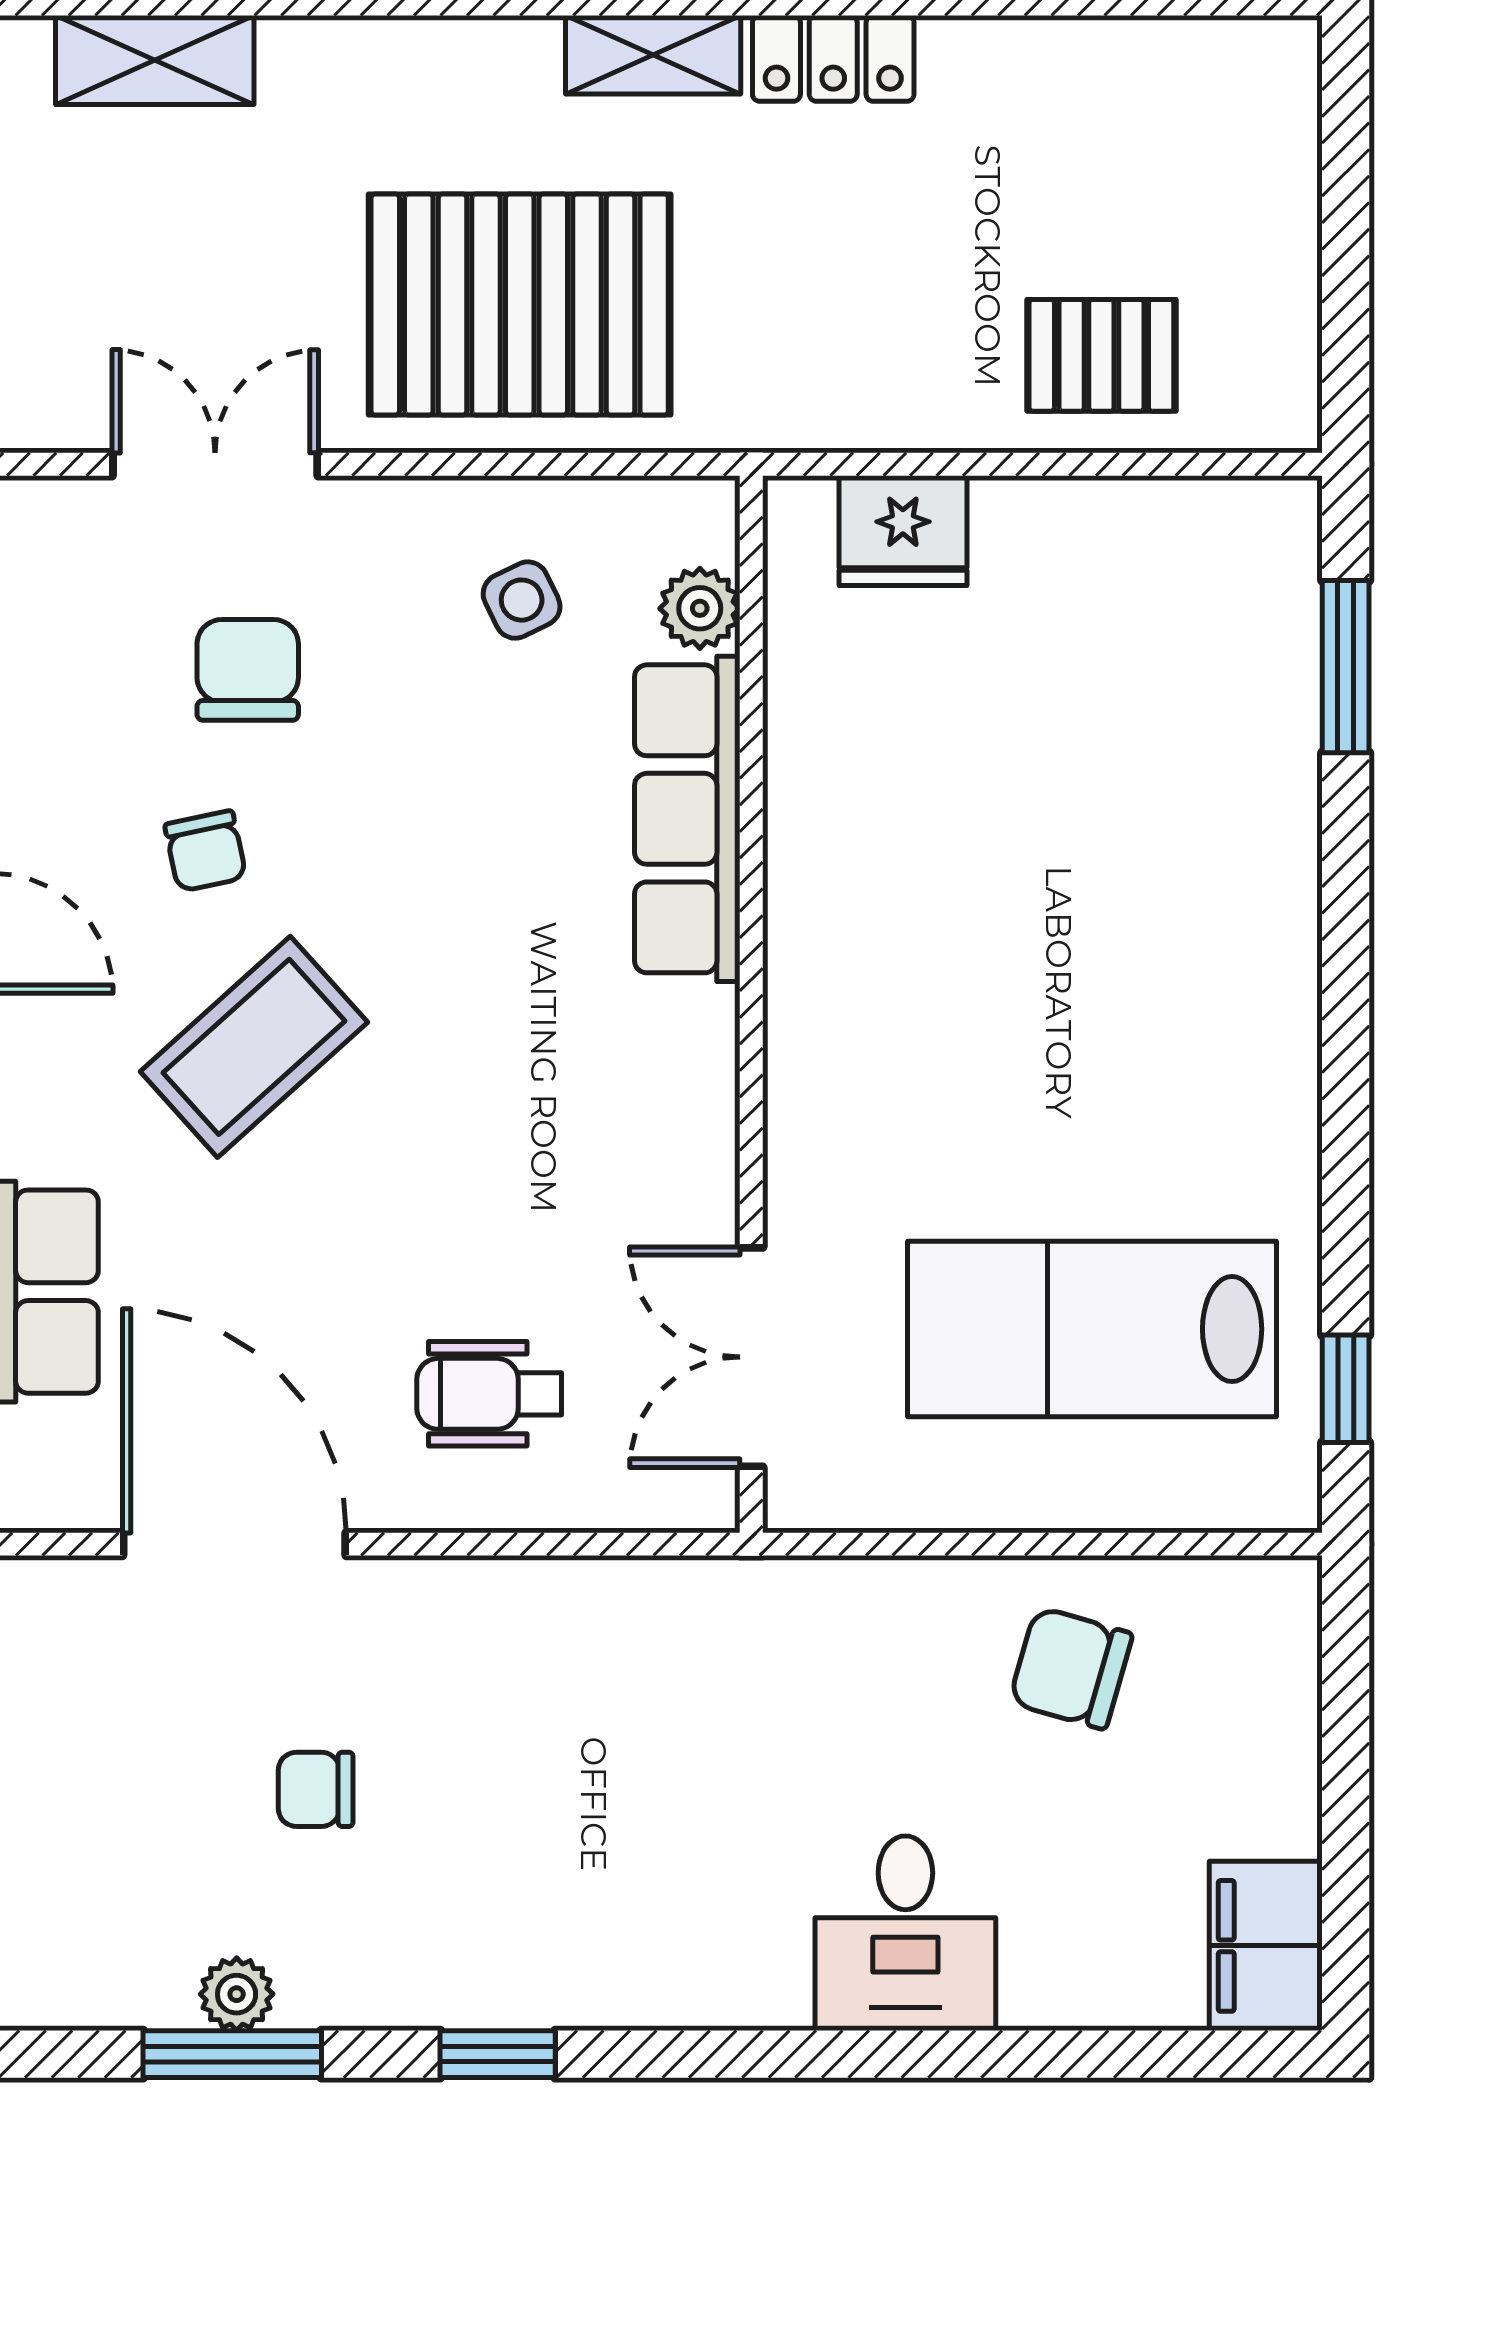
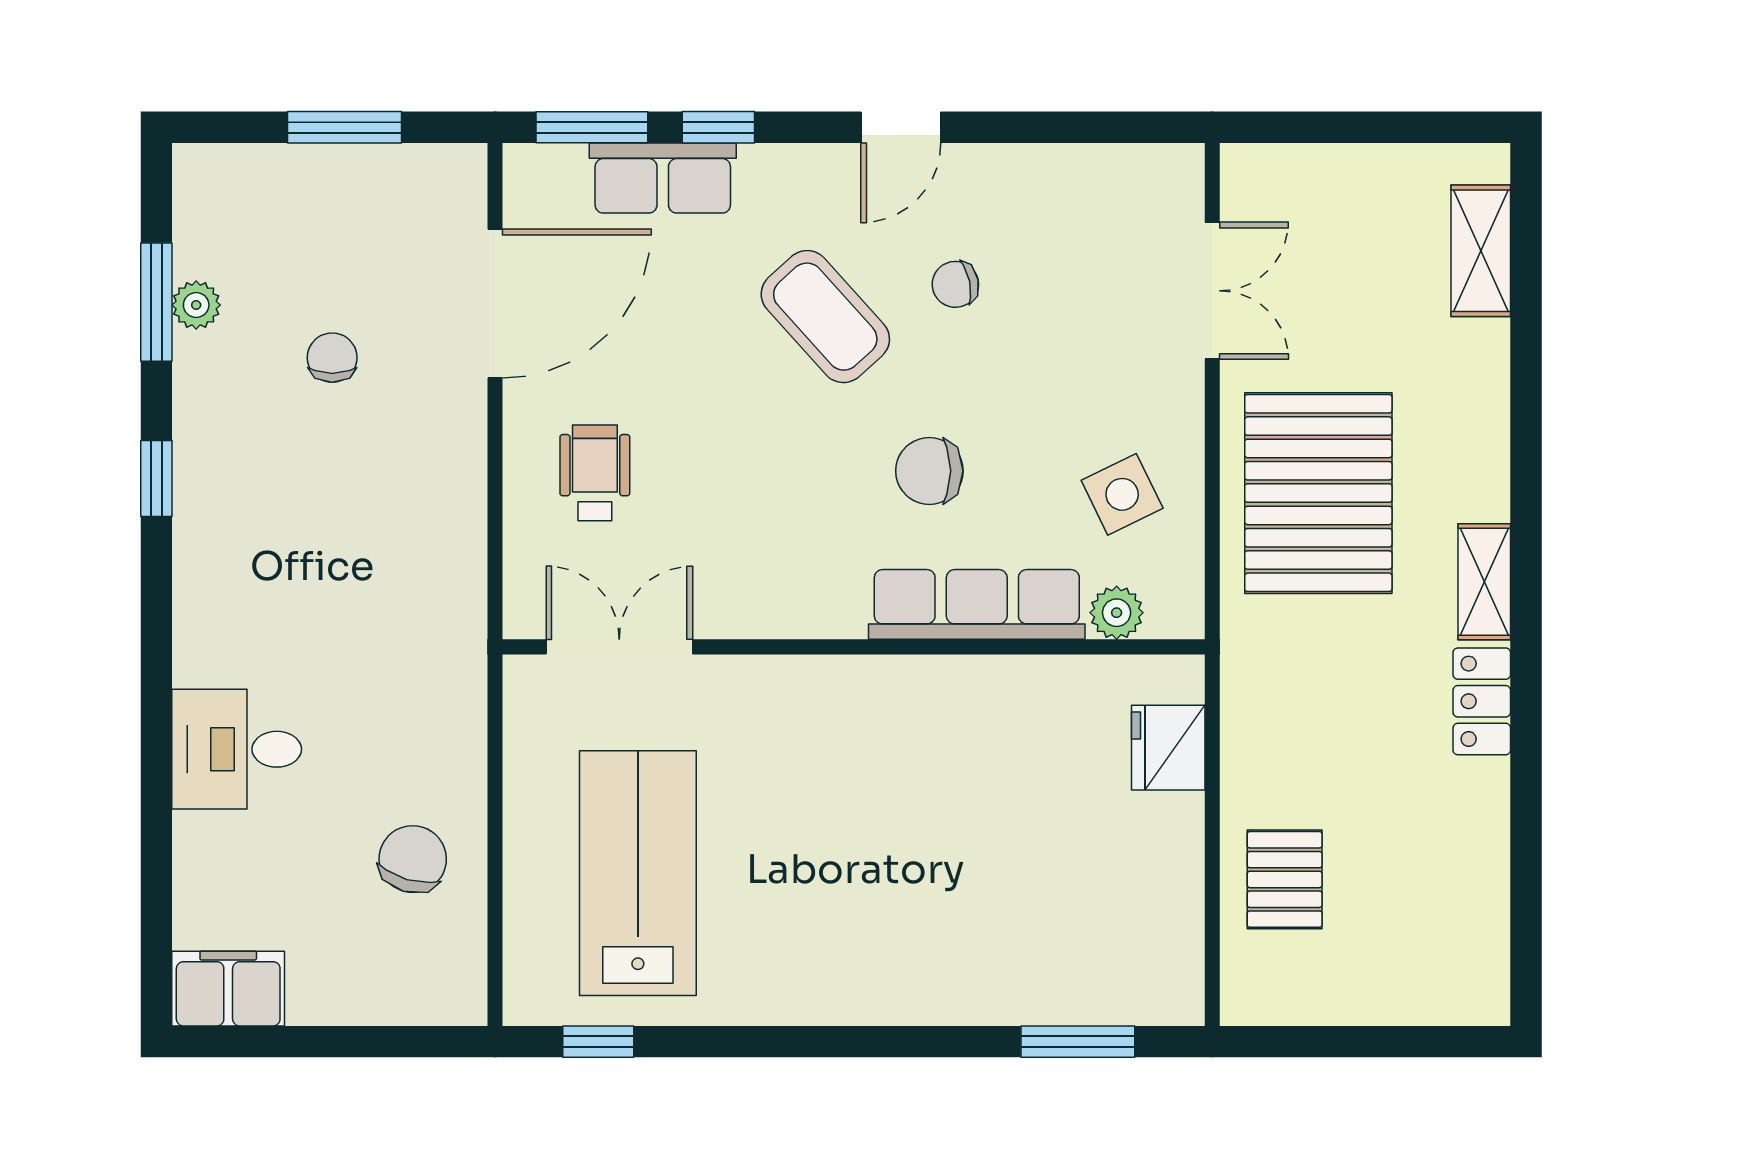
side table: (522, 600) -> (1122, 494), width x1.37, depth x1.37
chair: (248, 670) -> (929, 471), moved, turned 180

